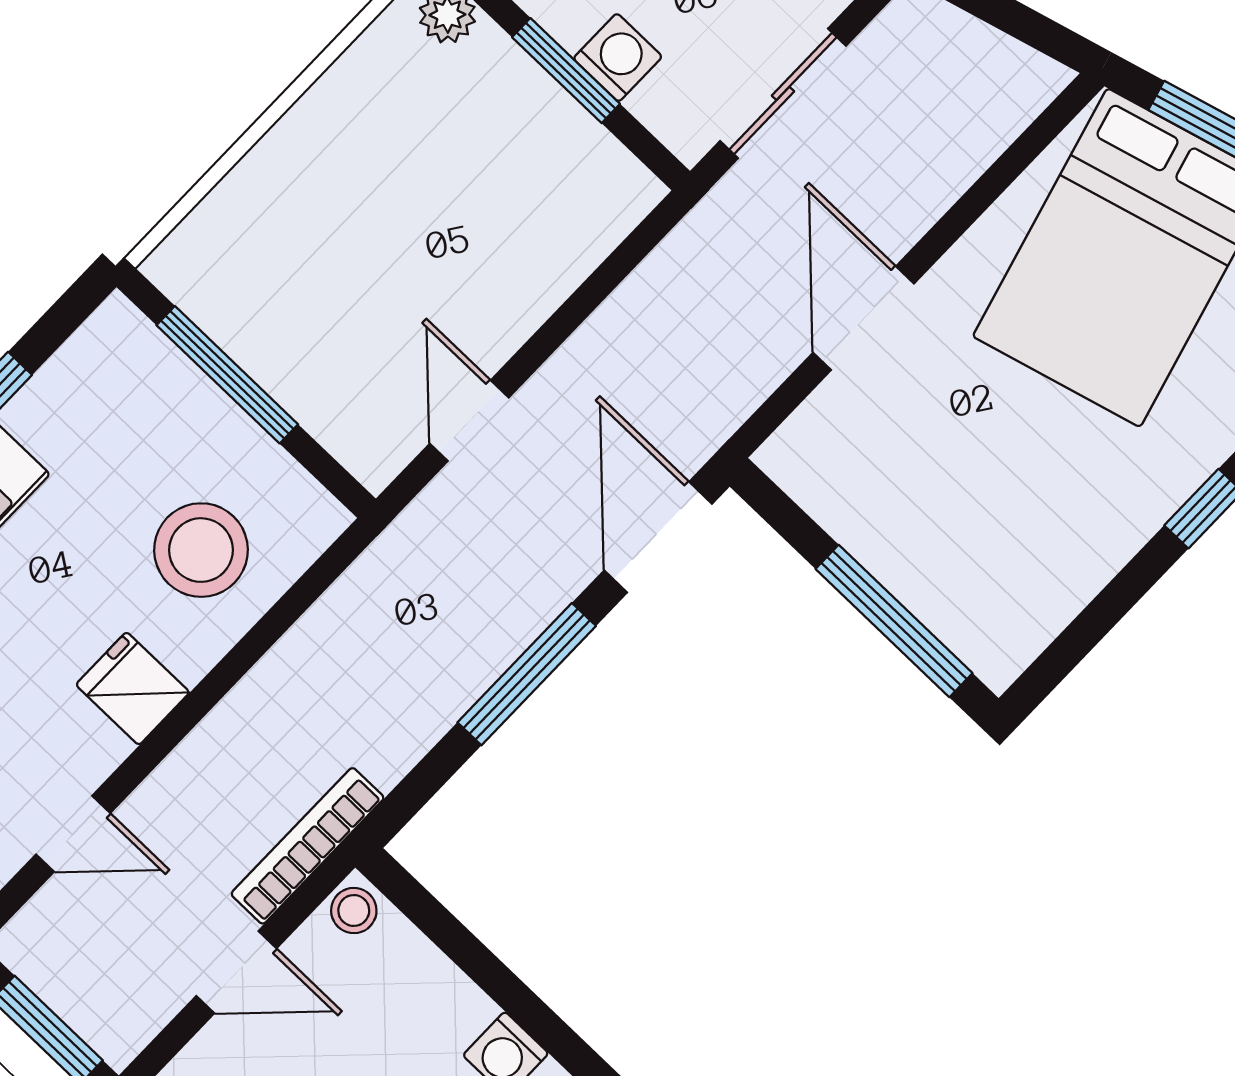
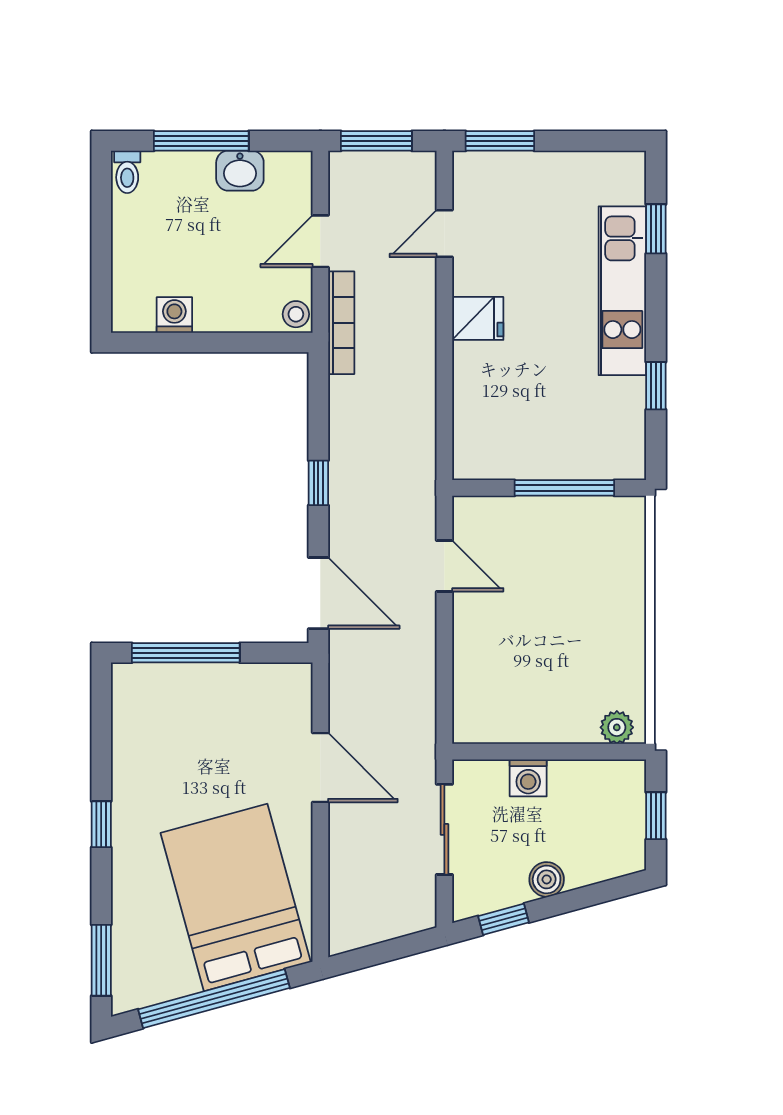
window: (566, 71) -> (545, 752), removed
stool: (201, 550) -> (505, 404), removed
window: (527, 674) -> (318, 483), width x0.46

